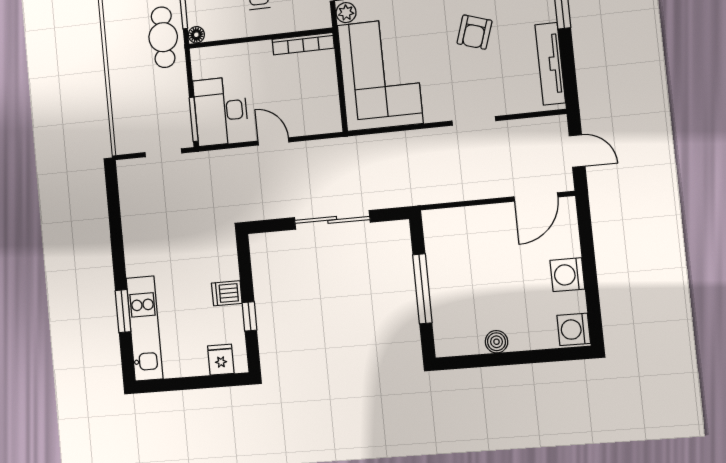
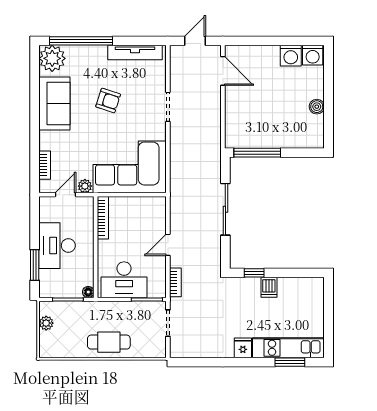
cafe table: (163, 37) -> (109, 342), moved
desk: (221, 111) -> (124, 280), moved
bookcase: (221, 158) -> (175, 282), added
washing machine: (567, 275) -> (291, 56), moved
window: (422, 289) -> (257, 153), moved
window: (123, 311) -> (290, 362), moved
window: (250, 316) -> (254, 273), moved
fridge: (221, 360) -> (243, 348), moved, turned 90

